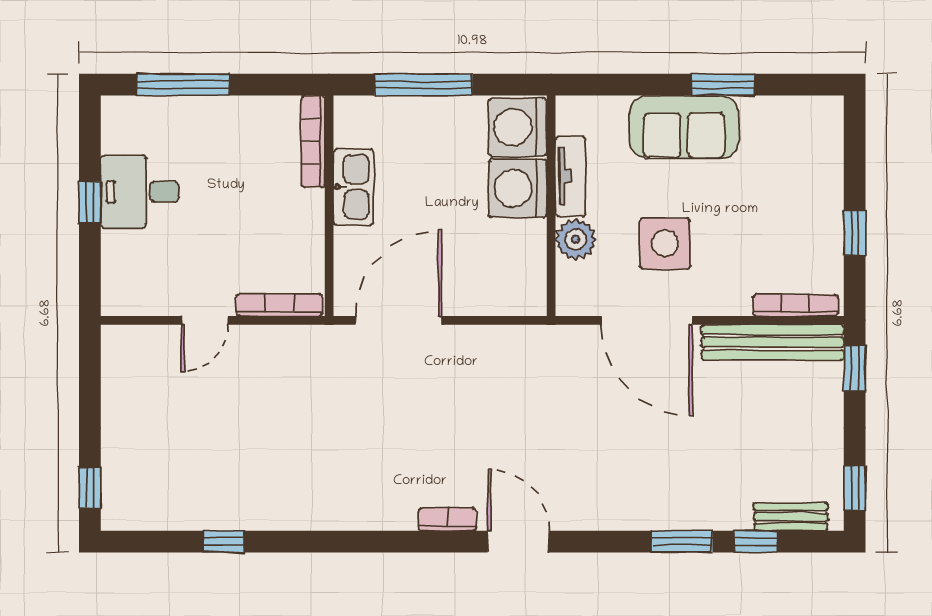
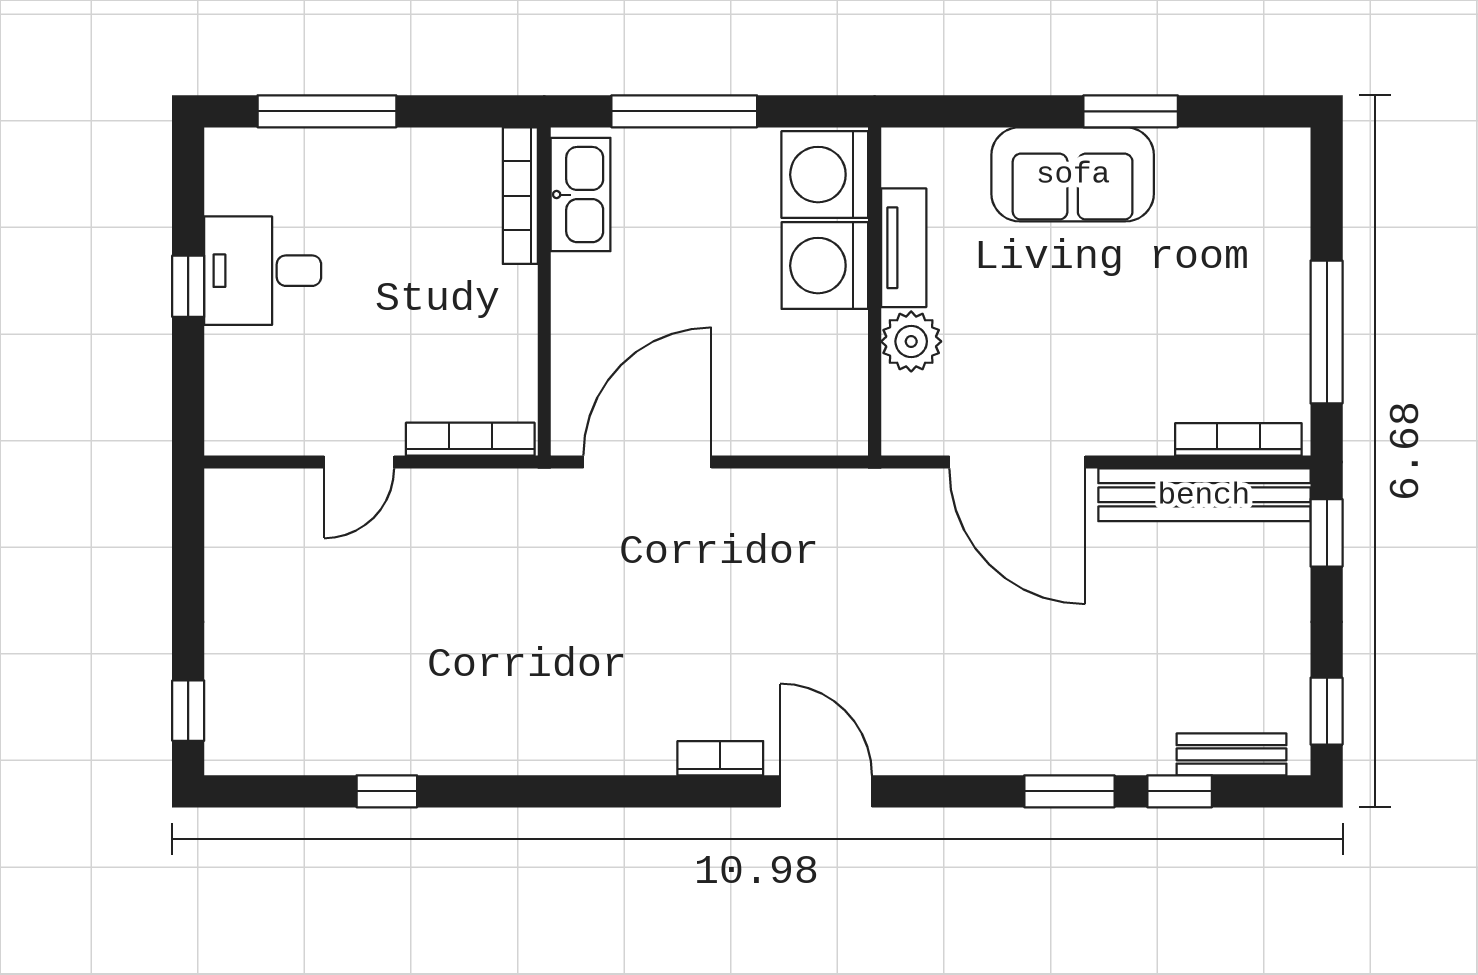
kitchen sink: (353, 187) -> (581, 195), moved
window: (855, 233) -> (1327, 332), width x2.17
side table: (665, 243) -> (1044, 348), removed

